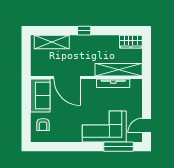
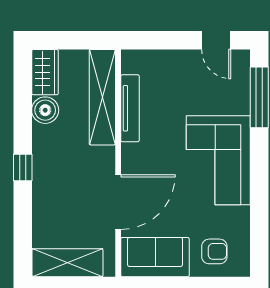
shelving: (52, 42) -> (68, 263), moved, turned 90
boiler: (112, 42) -> (45, 110), added
corner sofa: (104, 127) -> (218, 160), moved

